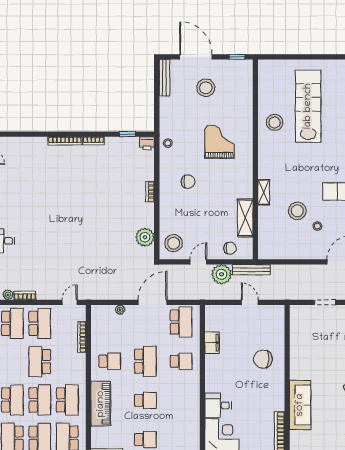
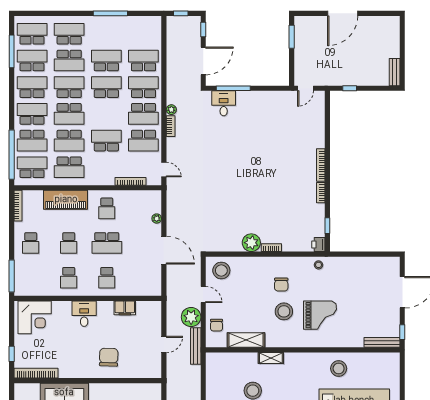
bench: (164, 78) -> (382, 342), moved
stool: (206, 88) -> (284, 311), moved
plant: (145, 237) -> (251, 243), moved
school desk: (181, 322) -> (69, 278), moved, width x0.54
desk: (218, 405) -> (84, 314), moved

